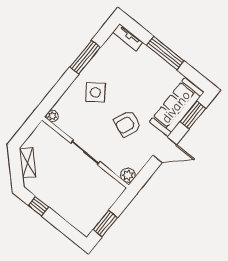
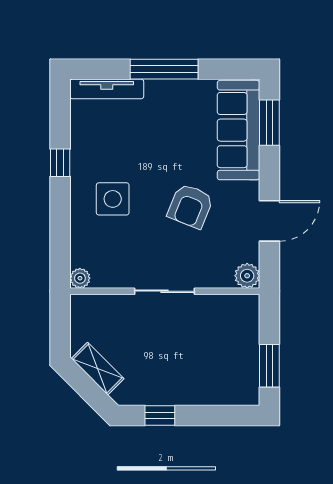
tv unit: (128, 37) -> (107, 89), width x1.41
window: (85, 57) -> (60, 163), width x0.46
side table: (95, 92) -> (113, 199), turned 36
door: (165, 150) -> (269, 221), moved

